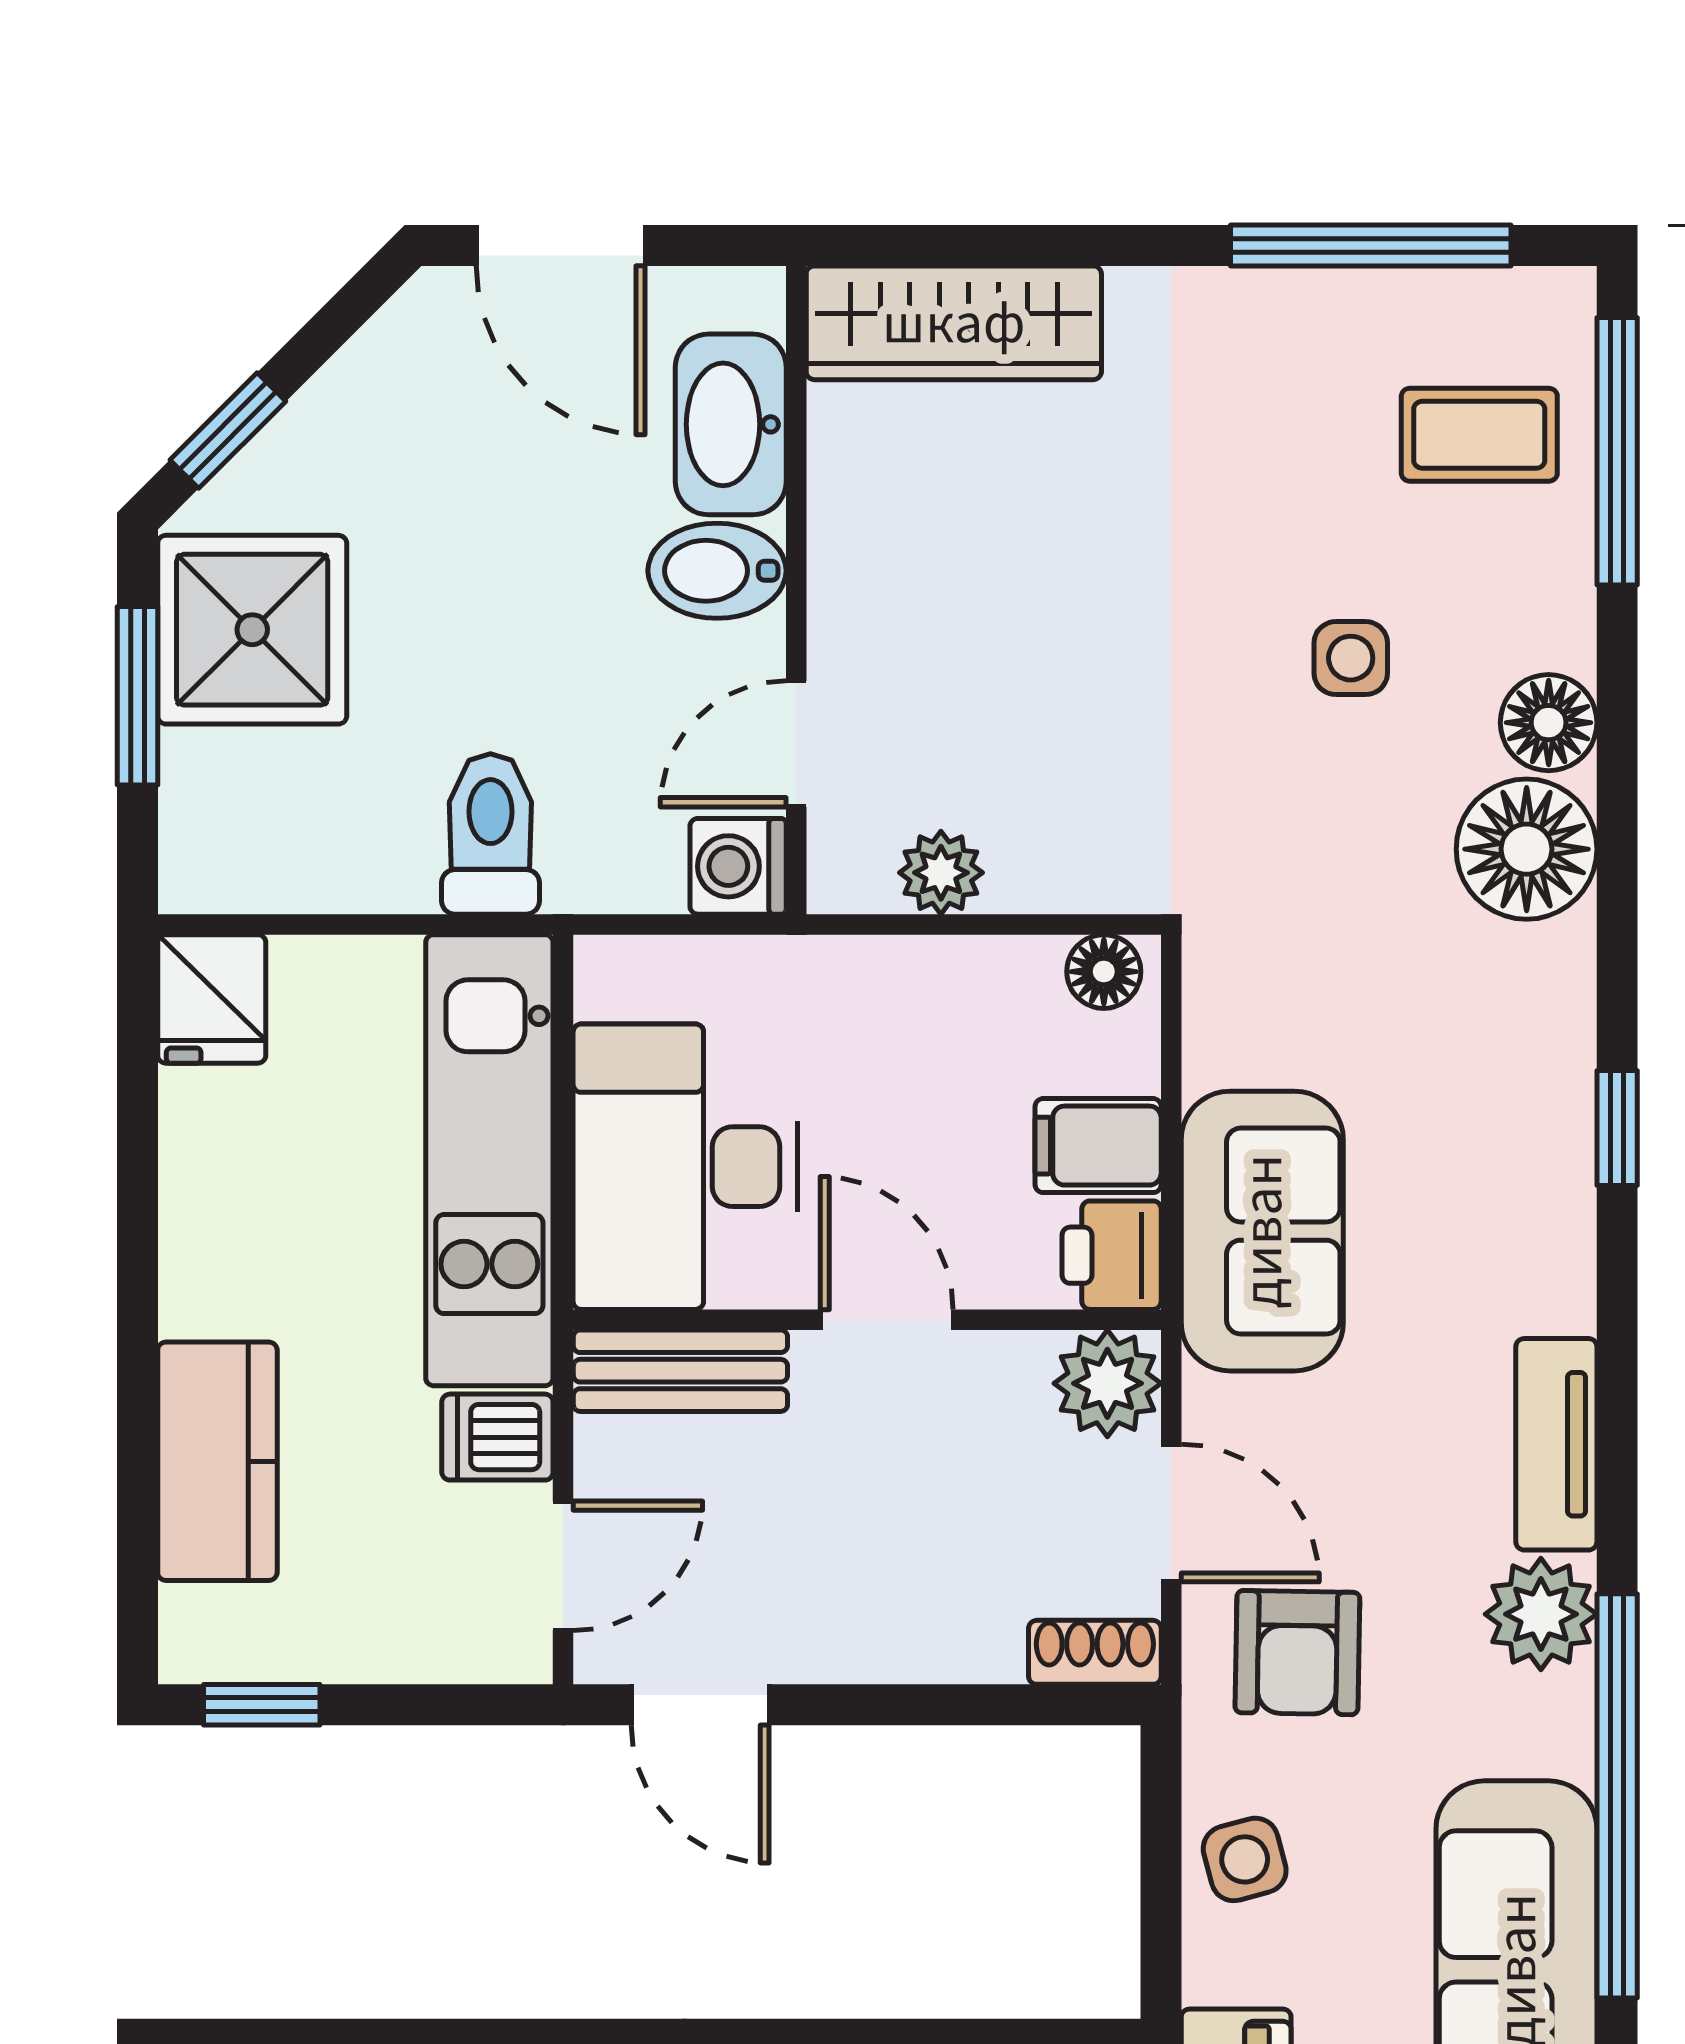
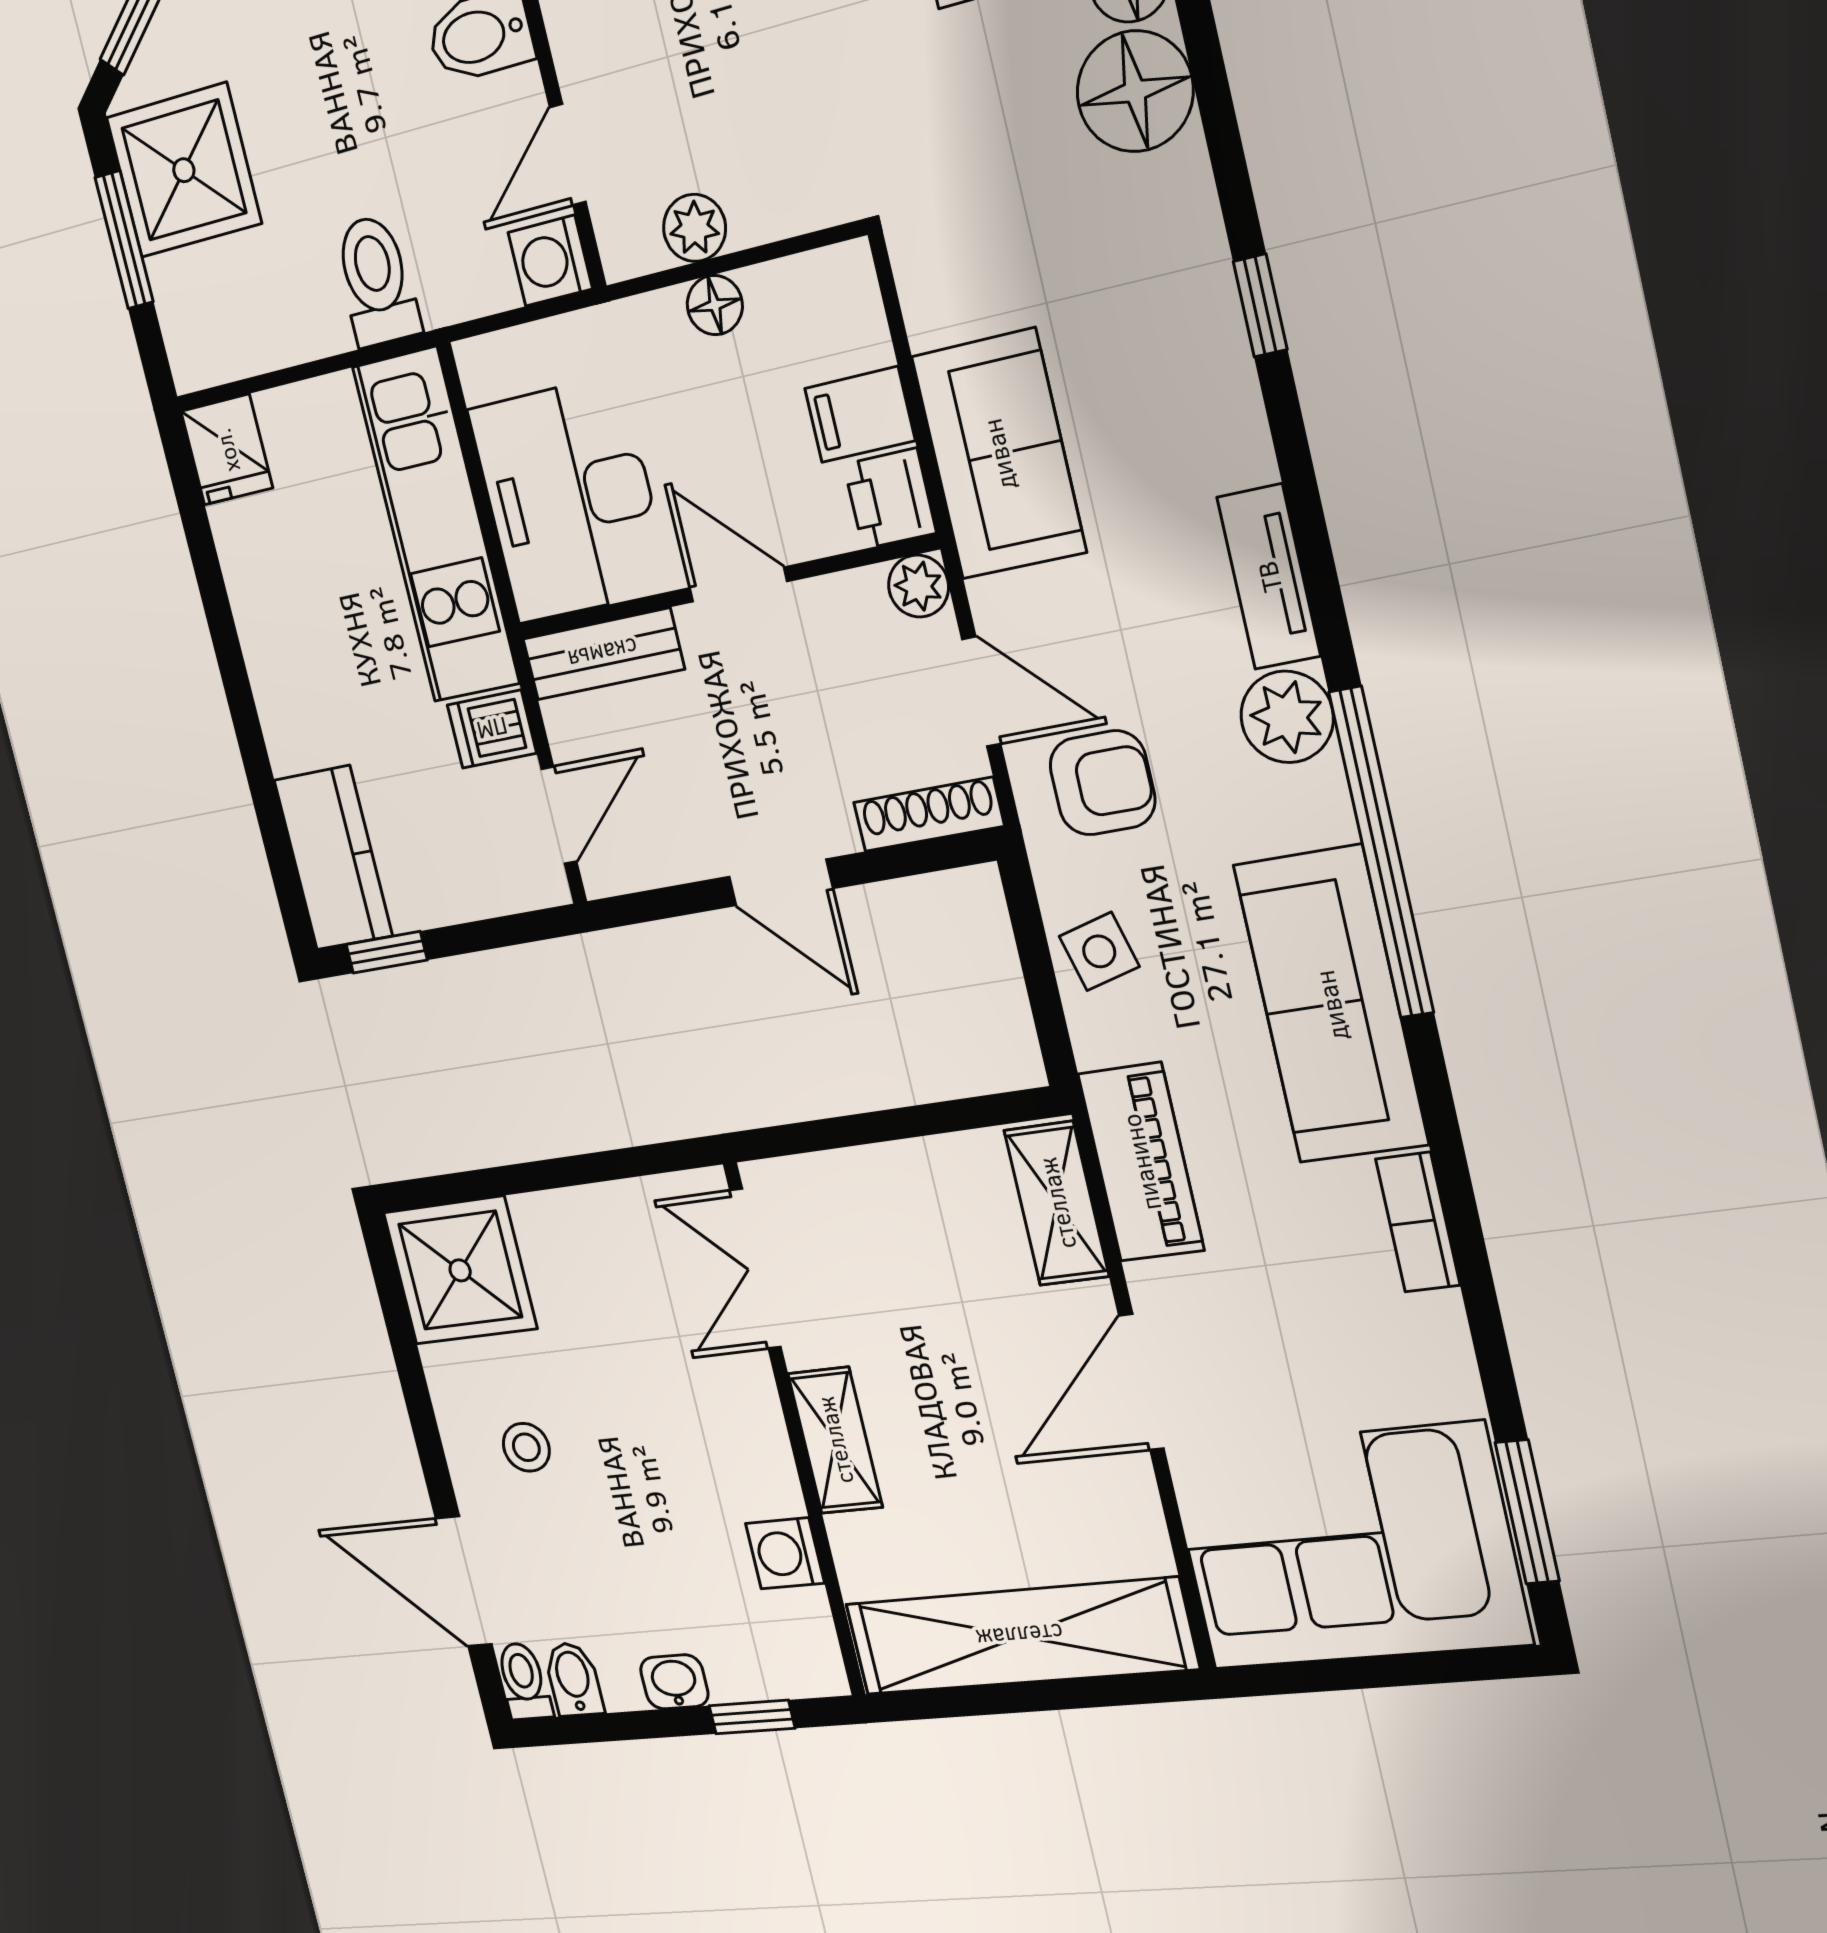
floor lamp: (1104, 972) -> (715, 305), moved
plant: (1107, 1383) -> (918, 586), width x0.73, depth x0.73
kitchen counter: (217, 1461) -> (333, 858), moved
shoe rack: (1095, 1652) -> (929, 814), width x1.43
armchair: (1297, 1653) -> (1102, 783), turned -91
door: (700, 1705) -> (781, 882), moved

